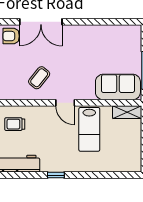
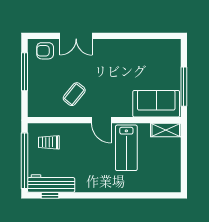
double door: (41, 22) -> (76, 36), width x0.73
window: (56, 175) -> (50, 195), moved

